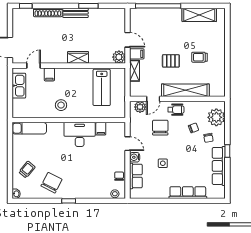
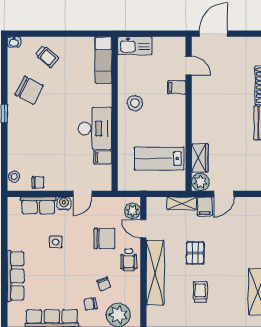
wardrobe: (78, 57) -> (200, 158), moved
kitchen sink: (19, 86) -> (135, 46), moved

